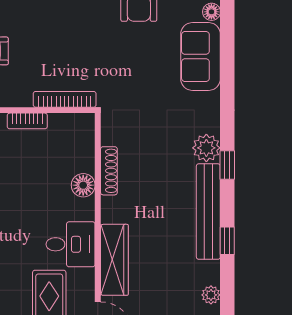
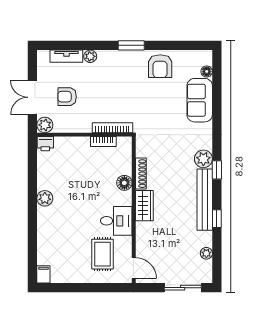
bookcase: (27, 121) -> (103, 142), moved
wardrobe: (114, 260) -> (144, 206), moved, width x0.67

